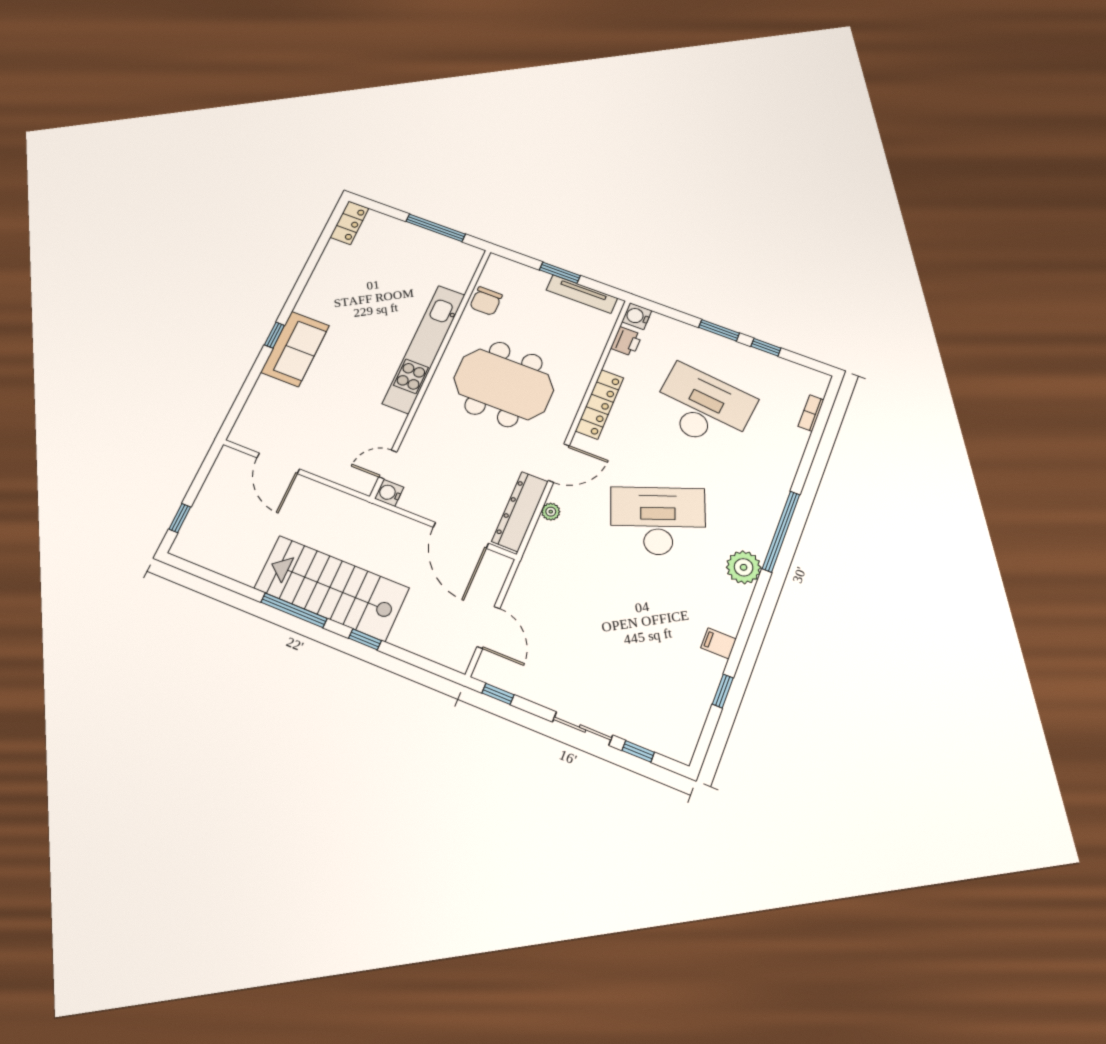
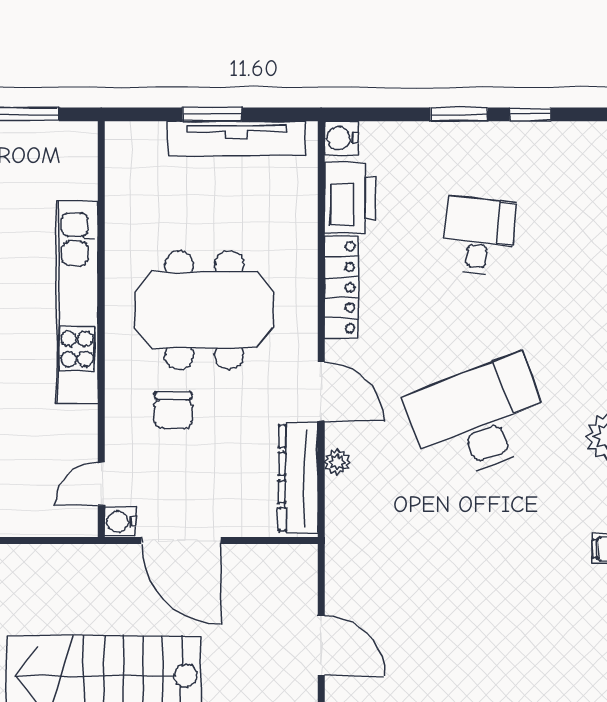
tv unit: (582, 294) -> (237, 139), width x1.36, depth x1.29
chair: (486, 301) -> (173, 410), moved
printer: (626, 341) -> (350, 198), width x1.87, depth x1.48
desk: (703, 407) -> (478, 236), width x0.53, depth x0.77
door: (559, 463) -> (321, 391), hinge flipped
door: (461, 535) -> (181, 540), moved

